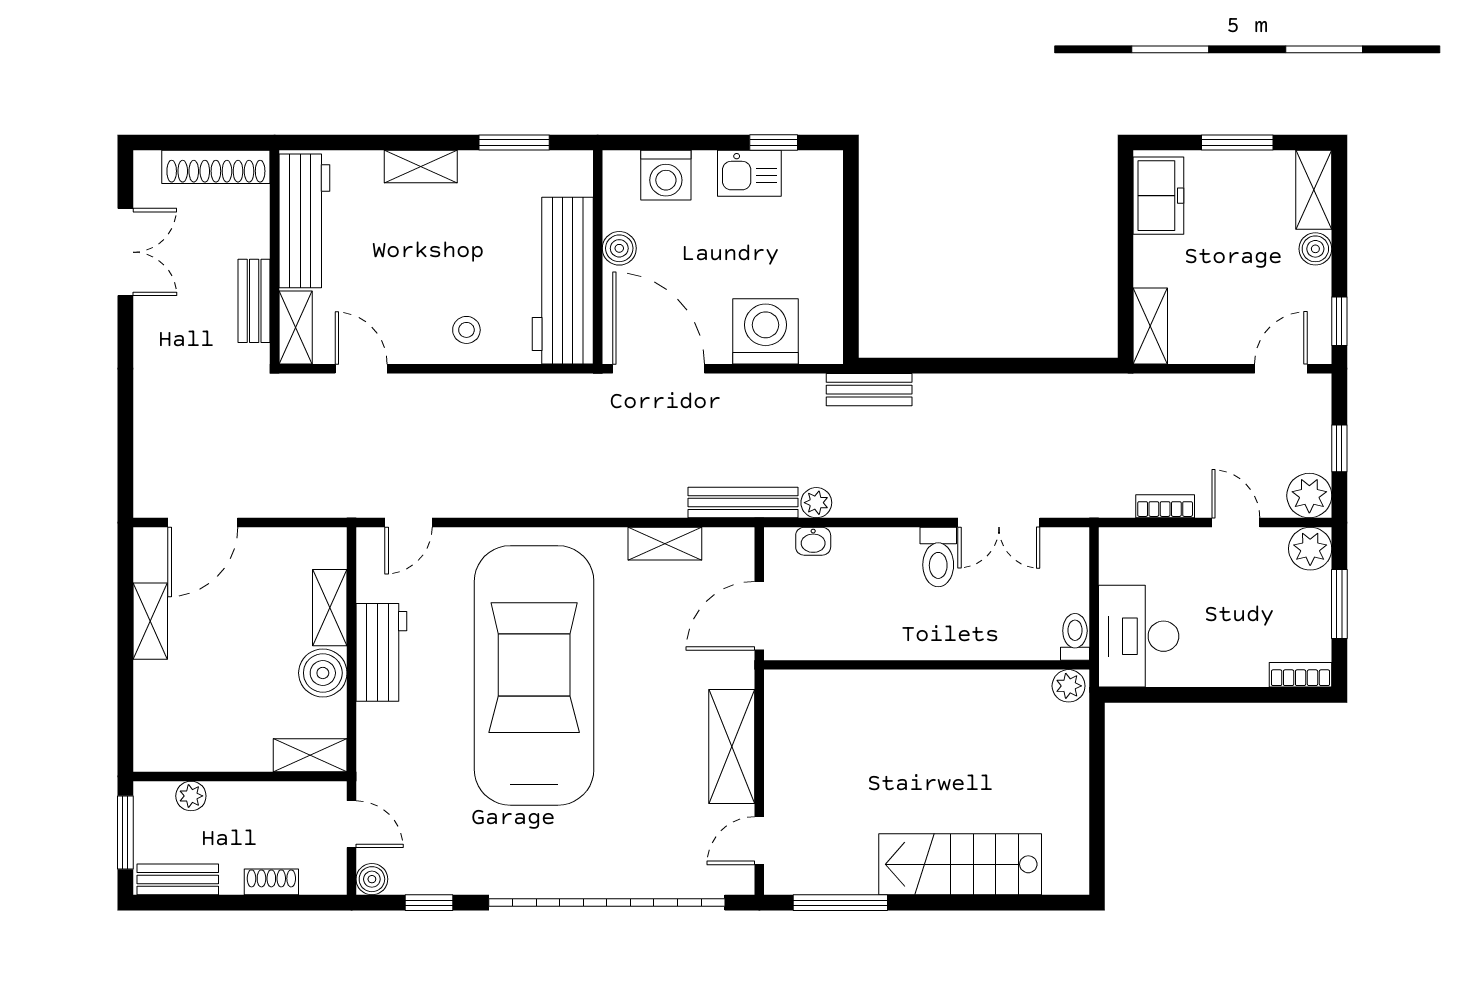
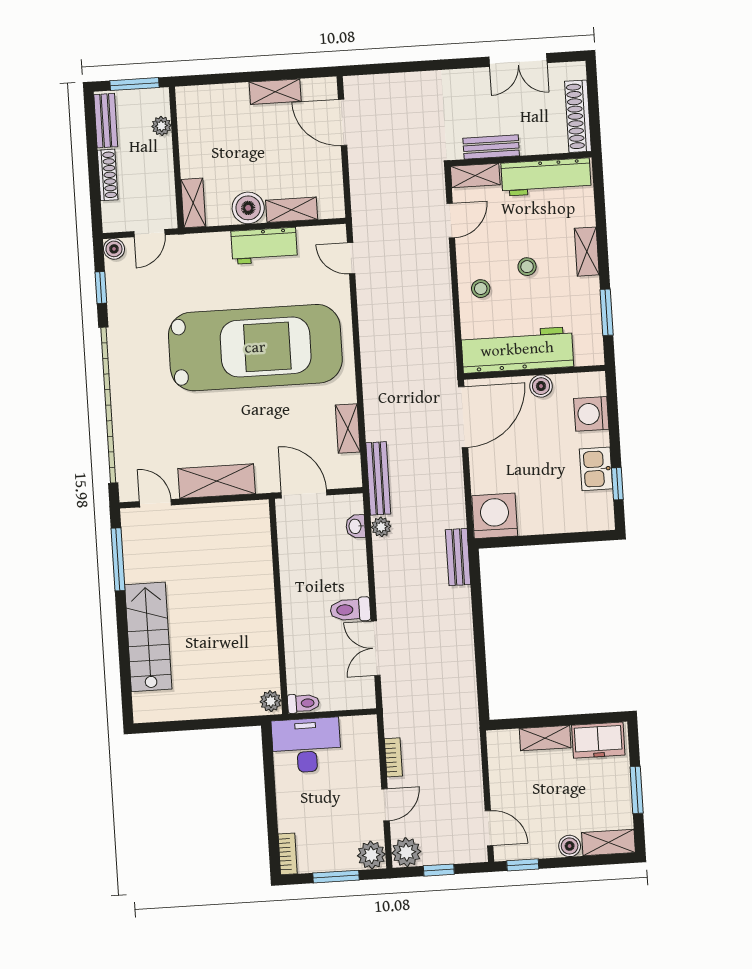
stool: (438, 258) -> (527, 267), added
shelving: (1150, 326) -> (545, 738), moved
washing machine: (766, 331) -> (495, 516), moved, turned -90
shoe rack: (271, 882) -> (108, 175), width x1.43

